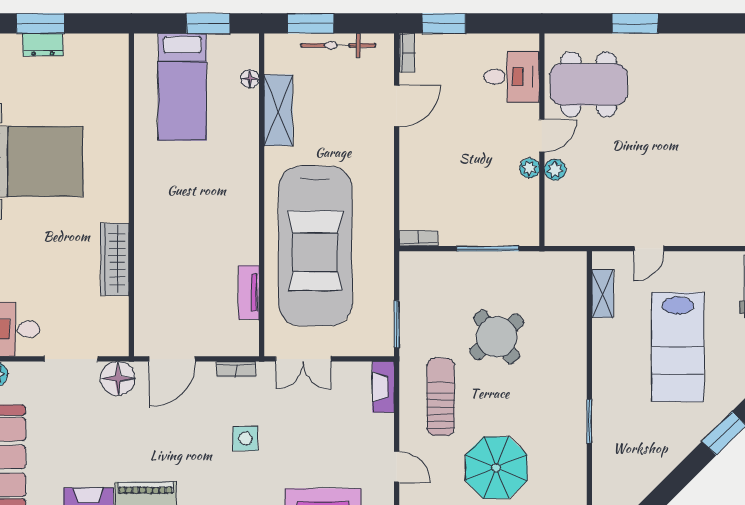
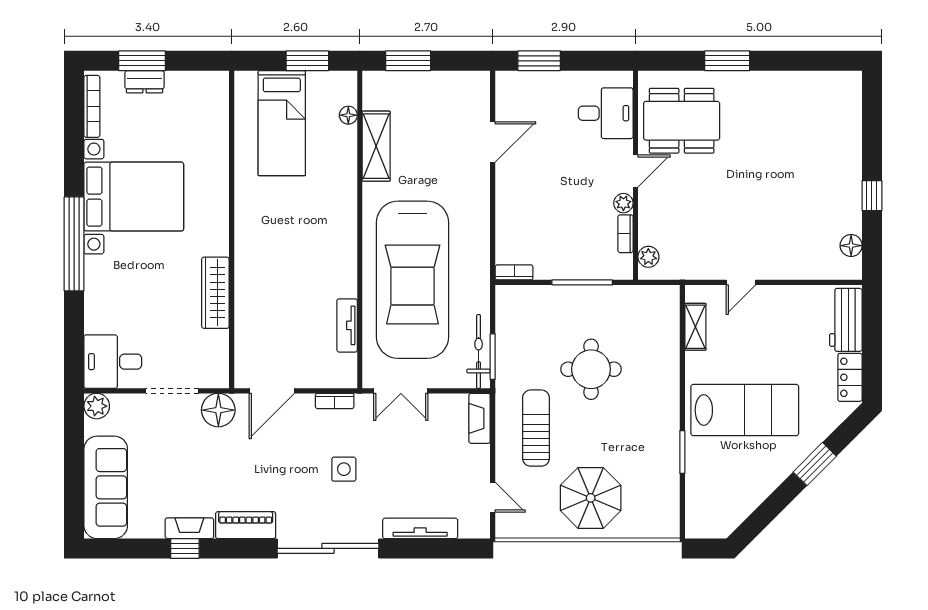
bicycle: (338, 45) -> (479, 351), moved, turned 90
bookcase: (407, 53) -> (625, 234), moved, turned 180
plant: (555, 170) -> (648, 257), moved
round table: (497, 337) -> (591, 369), turned 38
lab bench: (678, 347) -> (745, 410), moved, turned -90

